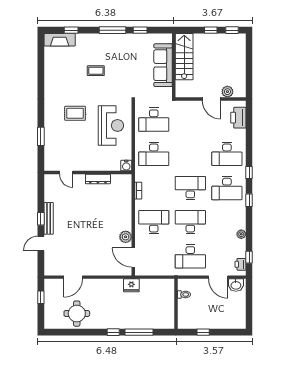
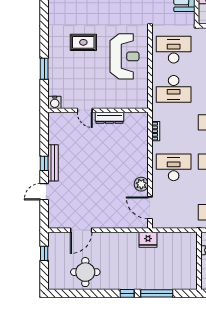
desk: (154, 120) -> (174, 50), turned 180
water cooler: (126, 166) -> (55, 102), moved
door: (66, 173) -> (85, 110), moved

